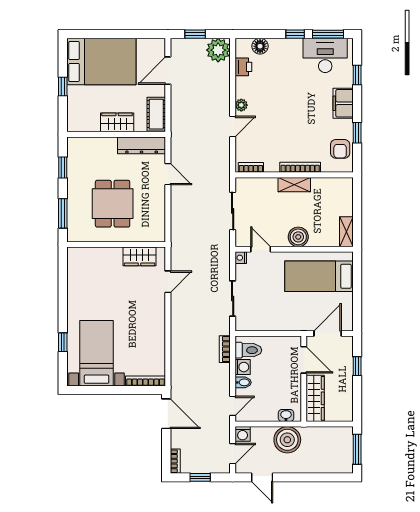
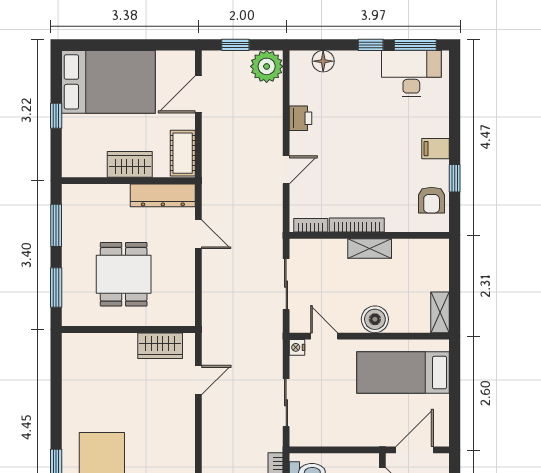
printer: (243, 67) -> (301, 118), moved
window: (357, 75) -> (455, 100), removed
filing cabinet: (343, 103) -> (436, 149), width x0.50
plant: (241, 105) -> (298, 141), removed
window: (63, 167) -> (56, 225), width x1.50
bookcase: (300, 167) -> (357, 225), moved

